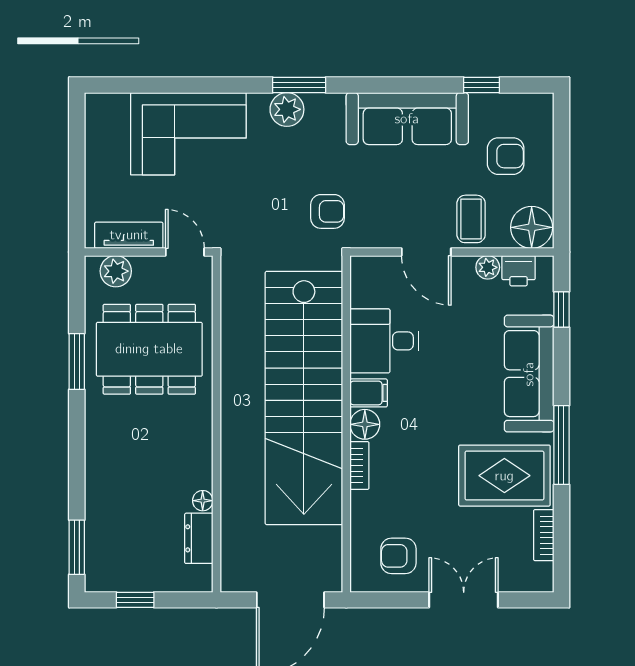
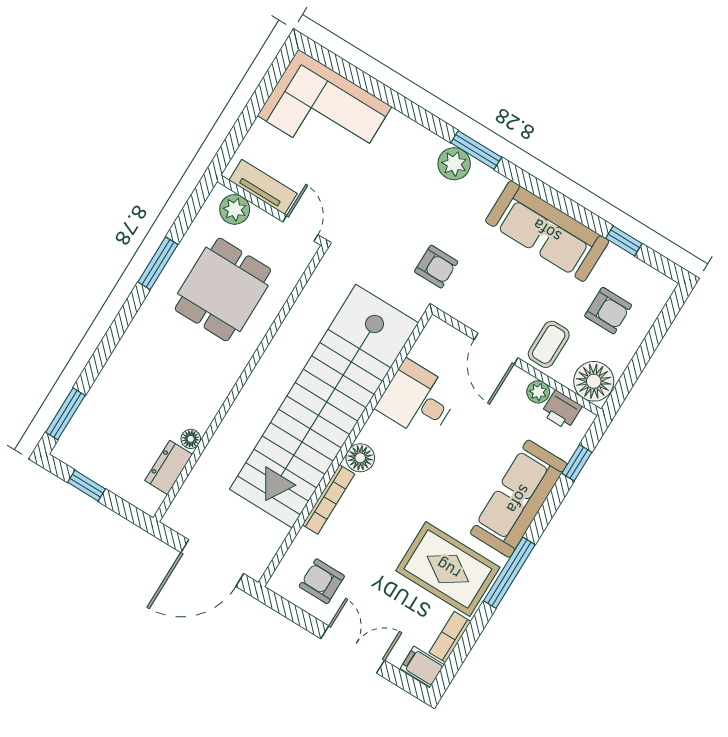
corner sofa: (188, 134) -> (324, 111), moved
dining table: (149, 349) -> (223, 289), width x0.73
filing cabinet: (369, 393) -> (422, 667), moved, turned 180
bookcase: (359, 466) -> (329, 499), width x1.56

